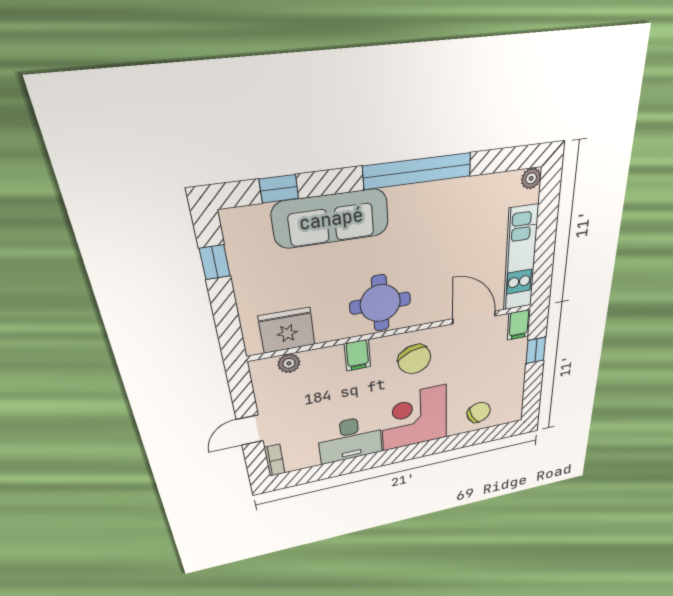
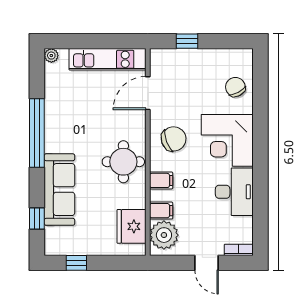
filing cabinet: (519, 325) -> (161, 211), moved
plant: (289, 363) -> (164, 235), width x1.88, depth x1.88

